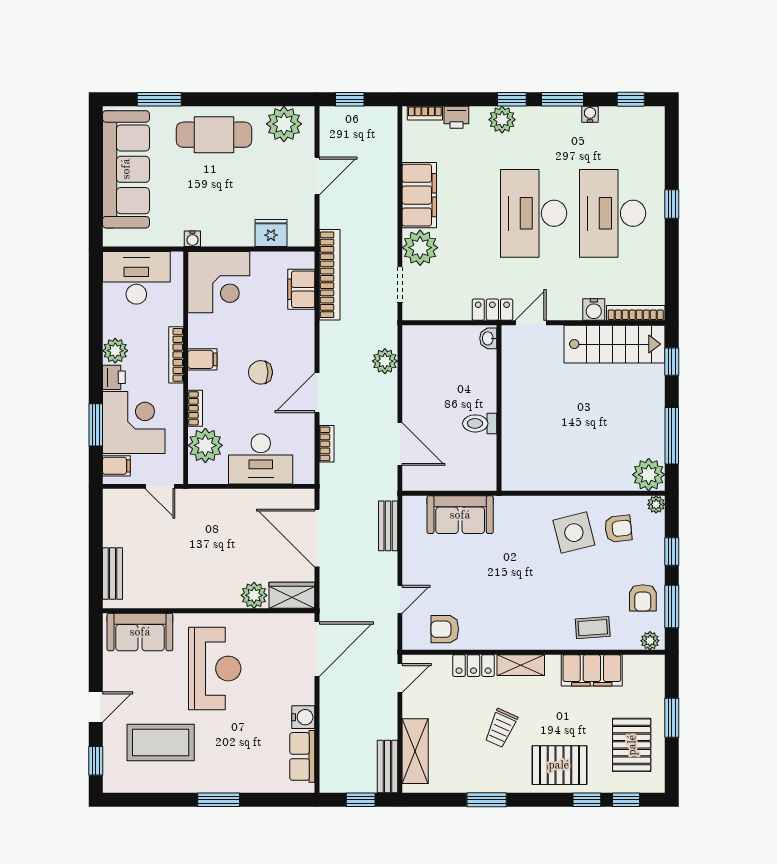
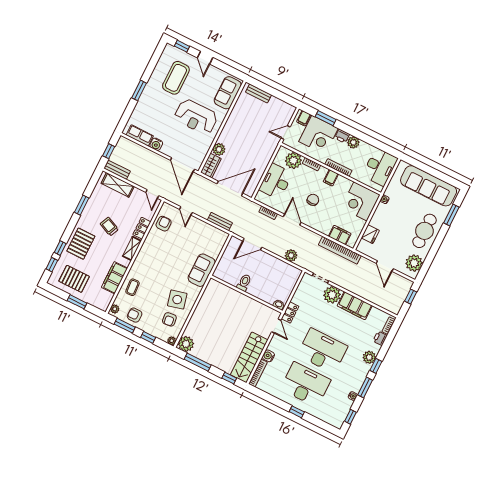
sofa: (460, 515) -> (202, 270), moved

